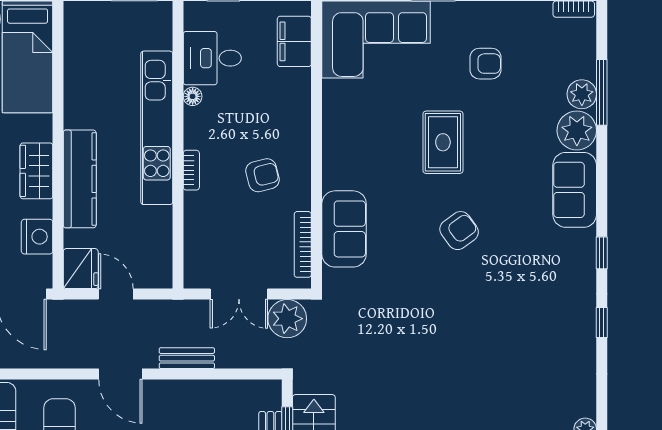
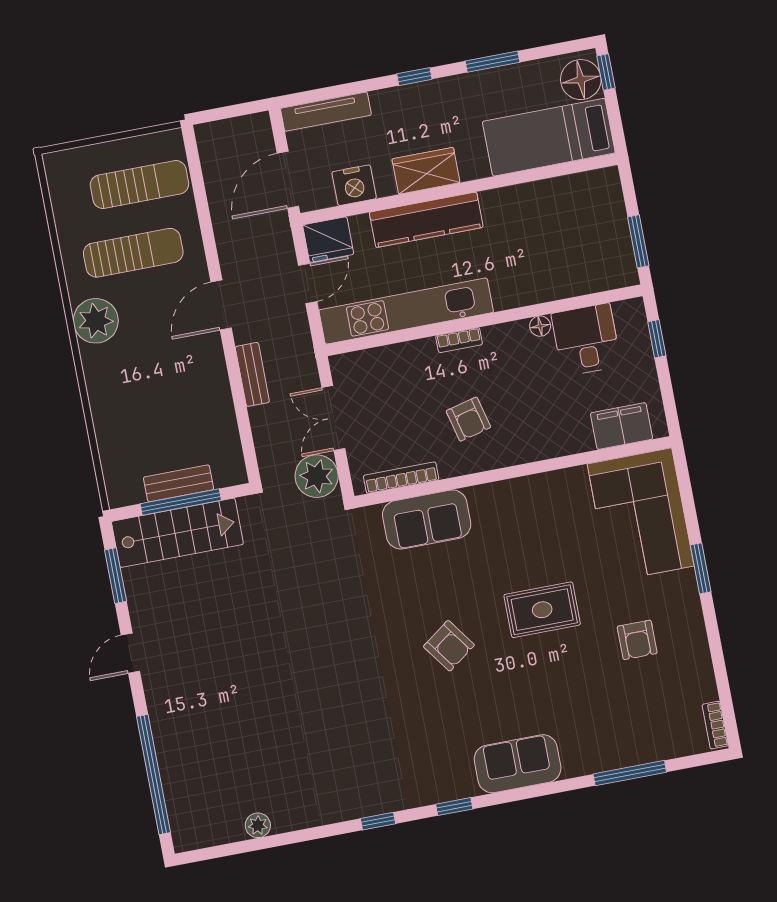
plant: (582, 94) -> (624, 752), removed
kitchen unit: (157, 128) -> (406, 311), moved
plant: (577, 131) -> (583, 754), removed

